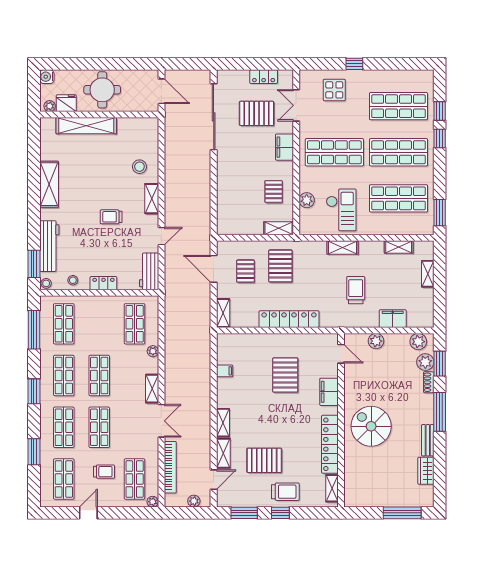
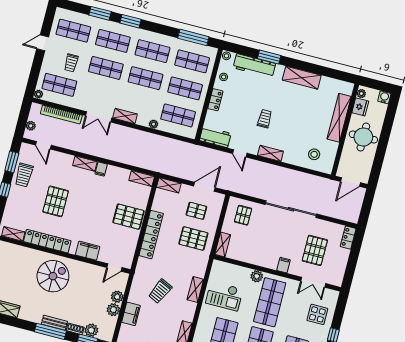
locker: (264, 77) -> (348, 238), moved
double door: (296, 105) -> (313, 282), swing flipped
sliding door: (214, 117) -> (291, 209), moved
filing cabinet: (284, 147) -> (284, 265), width x0.50
stool: (139, 167) -> (314, 154), moved
pallet: (274, 192) -> (243, 215), moved, turned 90
plant: (307, 200) -> (257, 276), moved
window: (34, 264) -> (269, 57), moved
trolley: (356, 290) -> (160, 291), turned 115
shop shelf: (99, 324) -> (185, 88), added
plant: (418, 342) -> (113, 310), moved
filing cabinet: (225, 371) -> (101, 169), moved
pallet: (285, 375) -> (129, 217), moved
window: (34, 391) -> (131, 21), moved
bench: (428, 440) -> (54, 323), moved
shelving: (223, 453) -> (142, 178), moved
pallet: (264, 460) -> (56, 201), moved
trolley: (285, 492) -> (24, 175), moved
door: (88, 513) -> (43, 43), swing flipped

